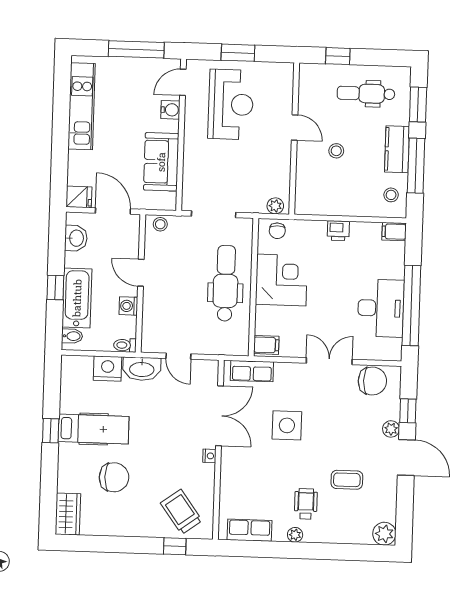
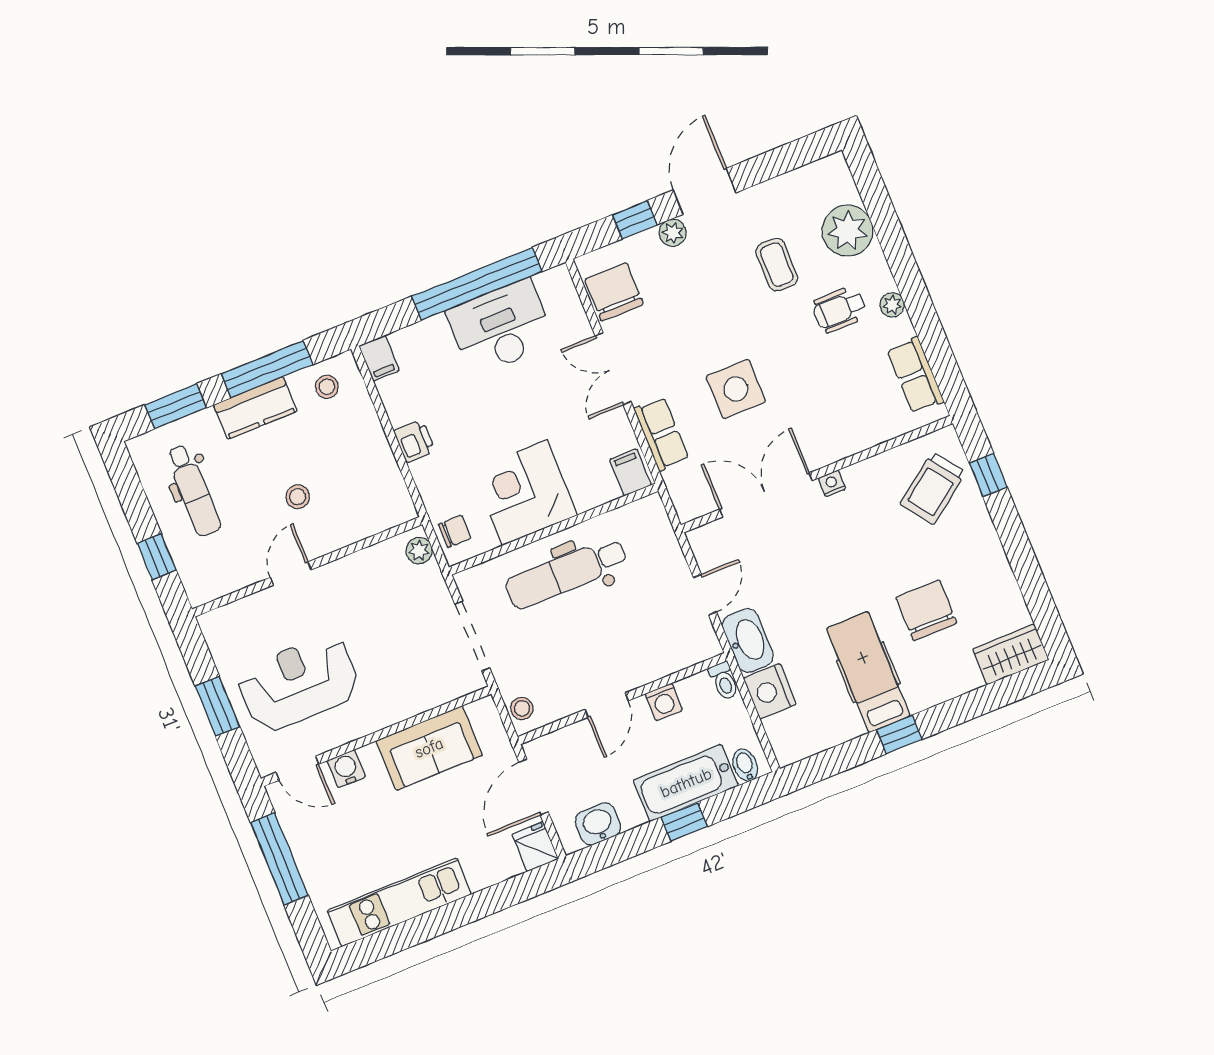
row of seats: (252, 371) -> (661, 434), moved
plant: (384, 534) -> (848, 231), moved, width x1.36, depth x1.36

